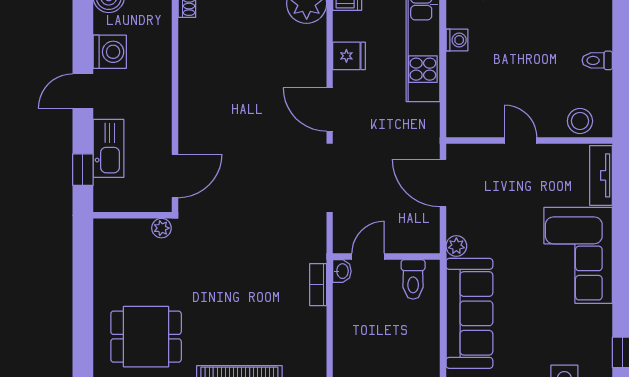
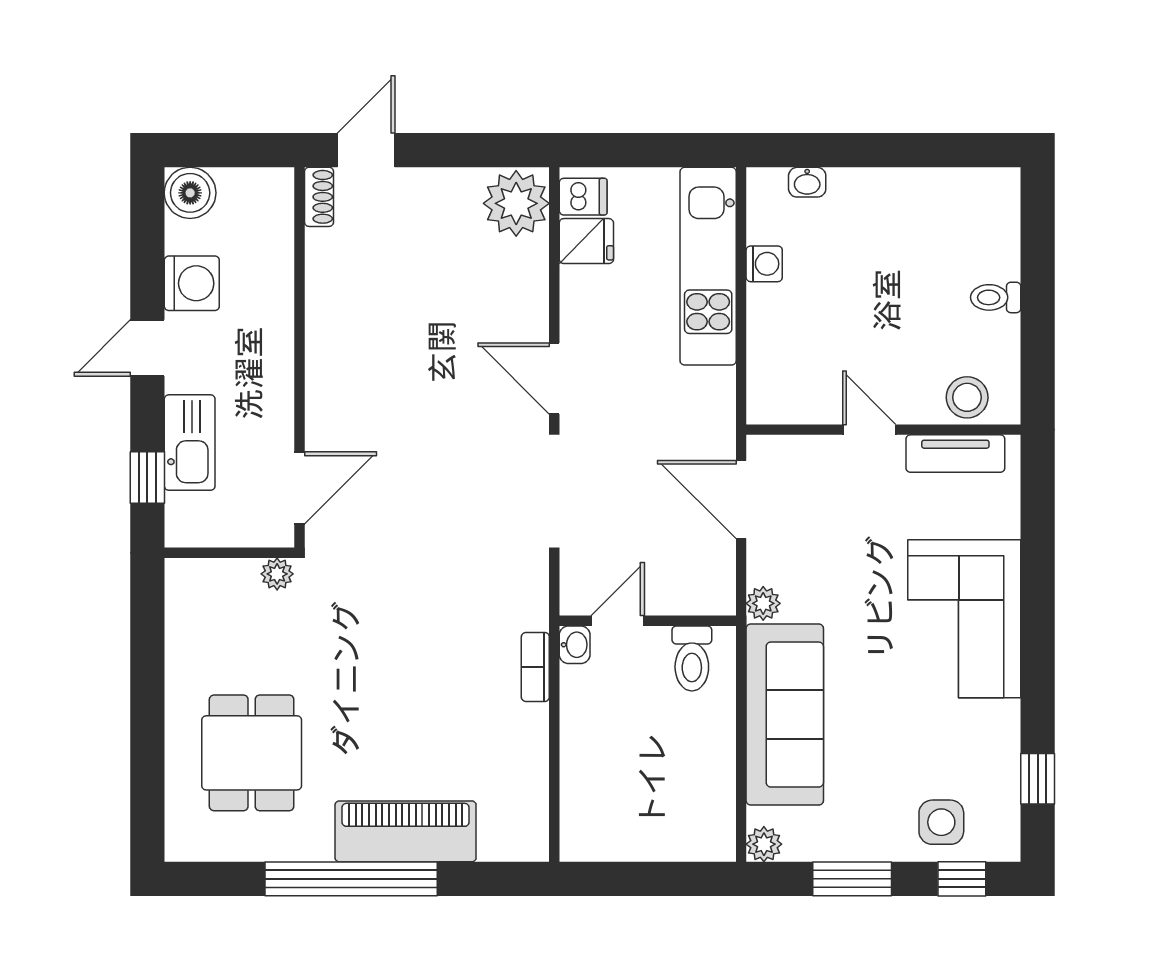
fridge: (349, 56) -> (586, 241), moved
tv unit: (601, 175) -> (955, 454), moved, turned -90
dining table: (146, 337) -> (252, 753), turned 90

